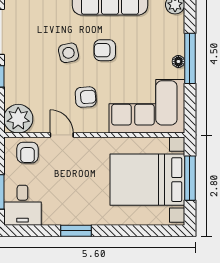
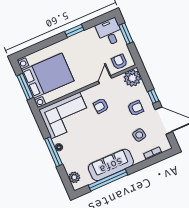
armchair: (105, 50) -> (136, 108), moved
side table: (68, 53) -> (139, 135), moved
door: (62, 135) -> (105, 80), swing flipped

